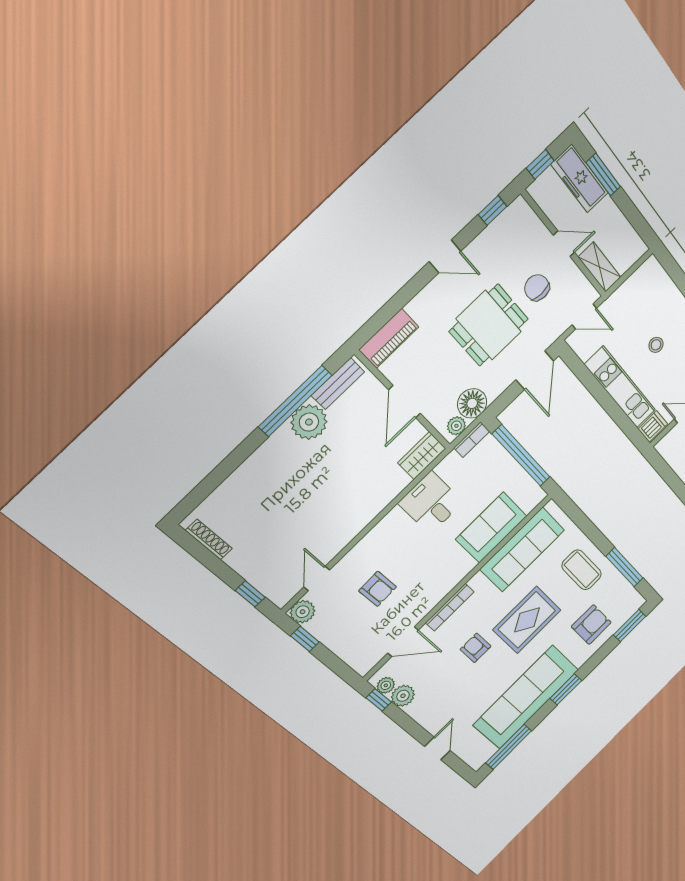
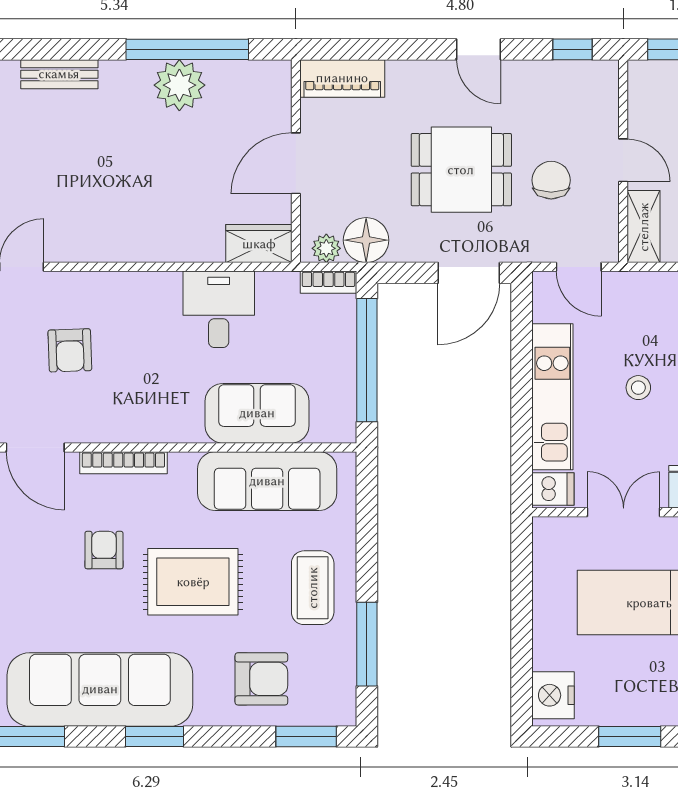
bench: (338, 384) -> (59, 74), moved

